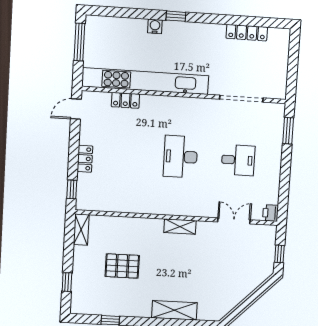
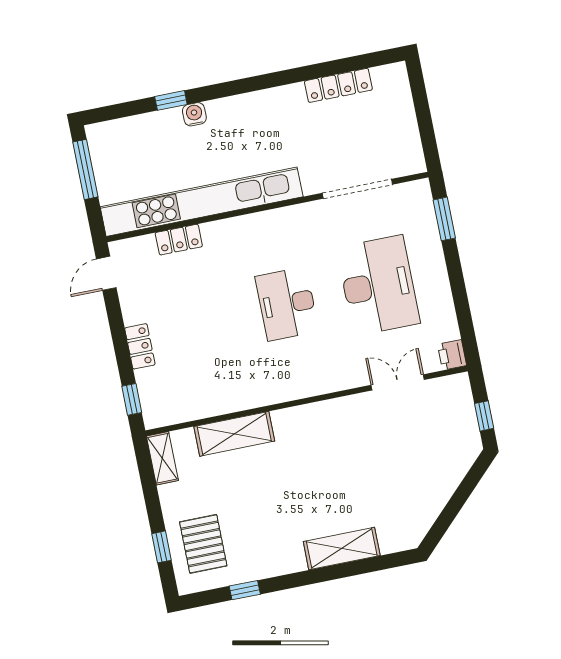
window: (176, 16) -> (171, 100), moved
desk: (238, 160) -> (378, 285), width x1.87, depth x1.30
shelving: (180, 227) -> (234, 434), moved, width x1.50, depth x1.33
pallet: (122, 266) -> (203, 544), moved, turned 90

